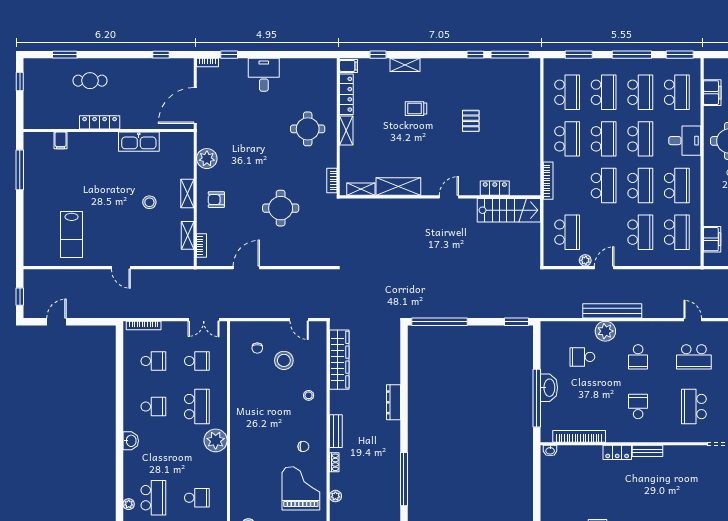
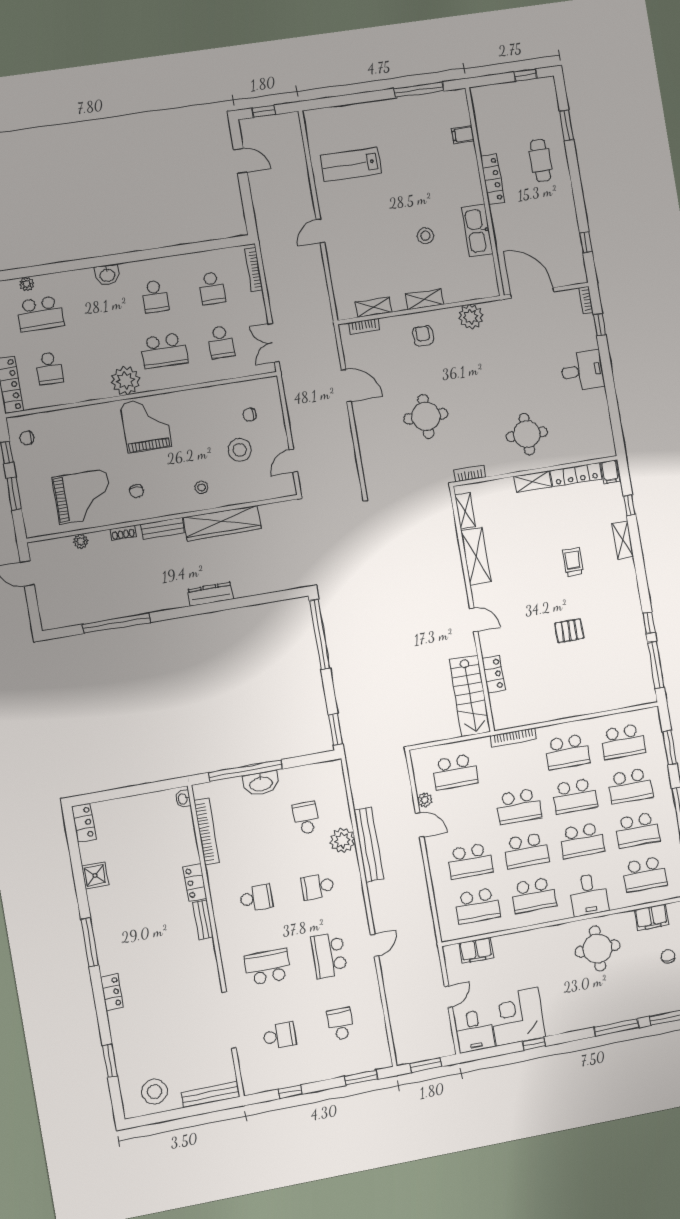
stool: (149, 202) -> (425, 236), moved
wardrobe: (339, 360) -> (222, 523), moved
grand piano: (253, 430) -> (146, 425), added

